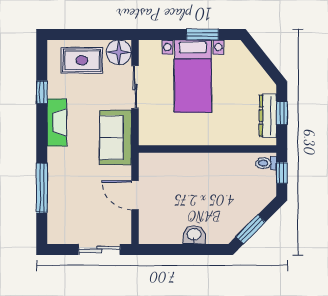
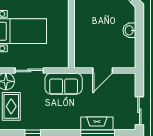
fireplace: (57, 122) -> (97, 123), moved
sliding door: (99, 249) -> (139, 111), moved

